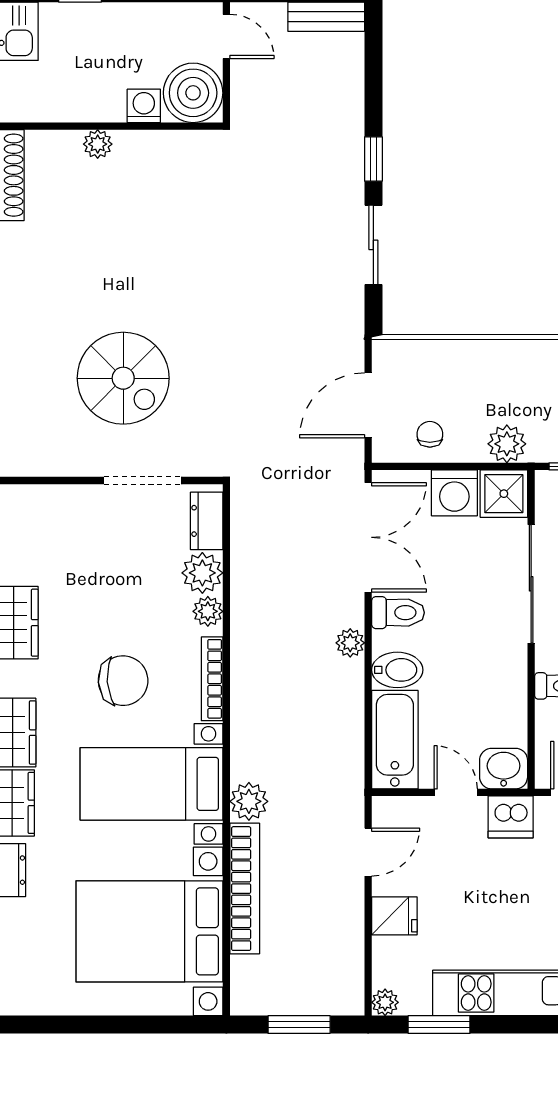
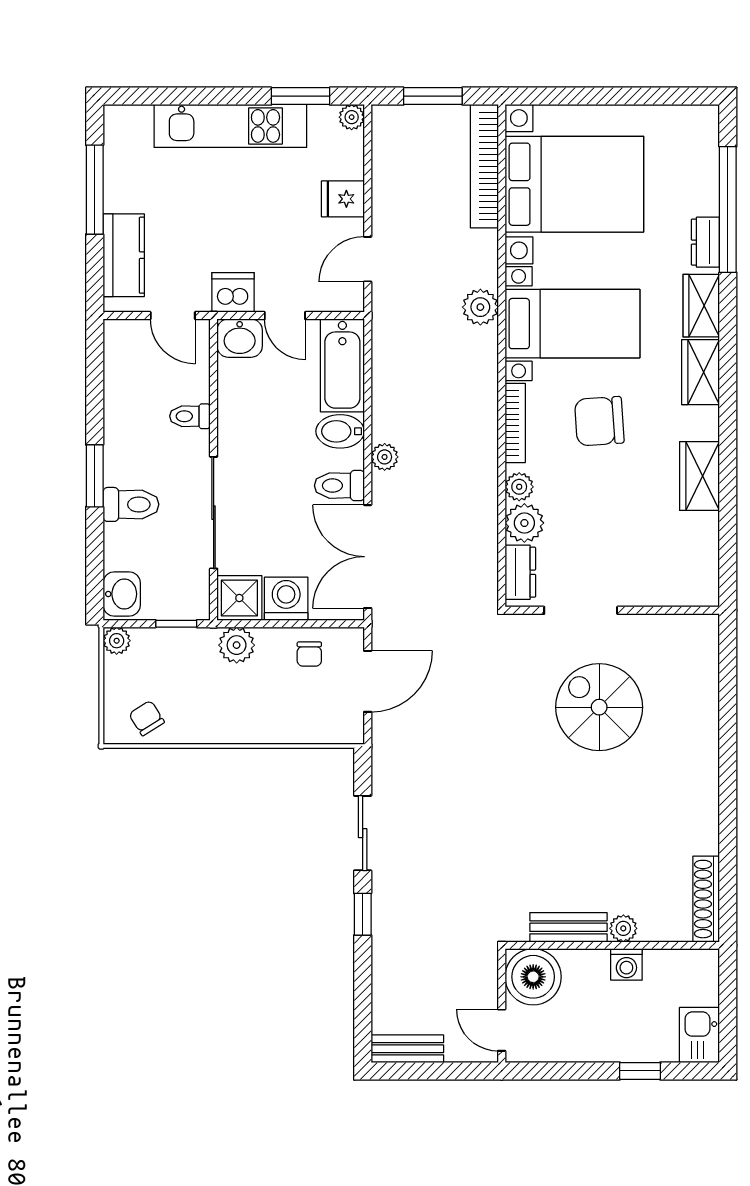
washing machine: (144, 106) -> (626, 964), moved
bench: (156, 145) -> (568, 927), added
bookcase: (245, 889) -> (484, 166), moved

